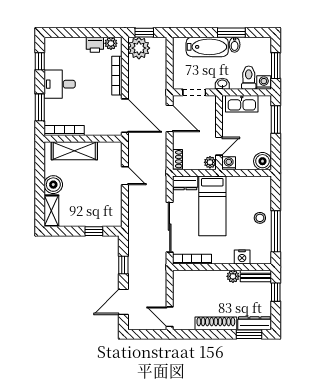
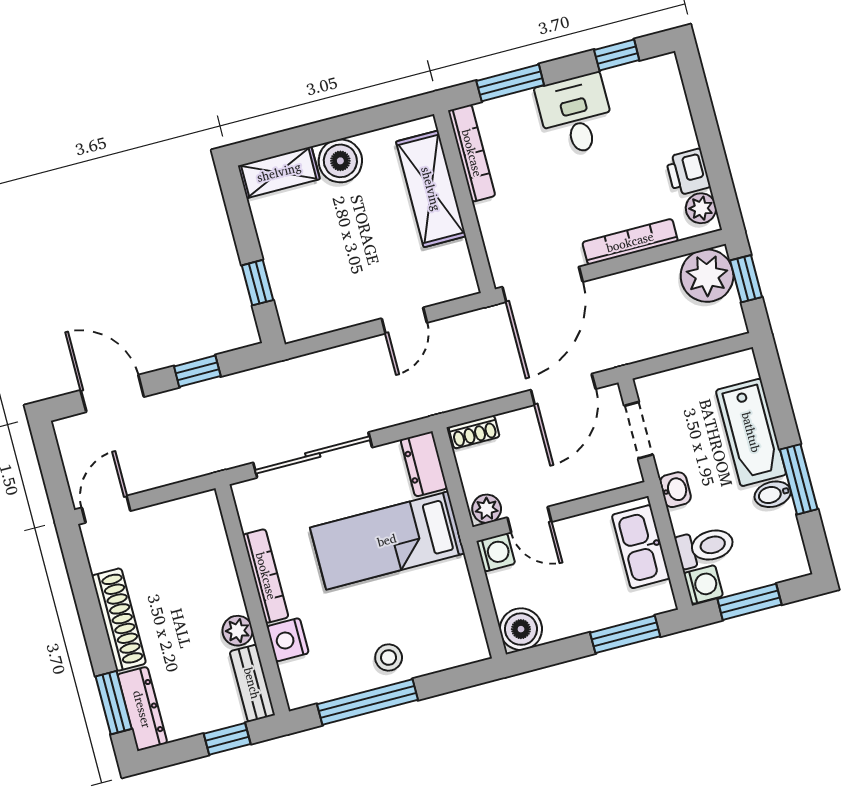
bookcase: (192, 259) -> (266, 576), moved

